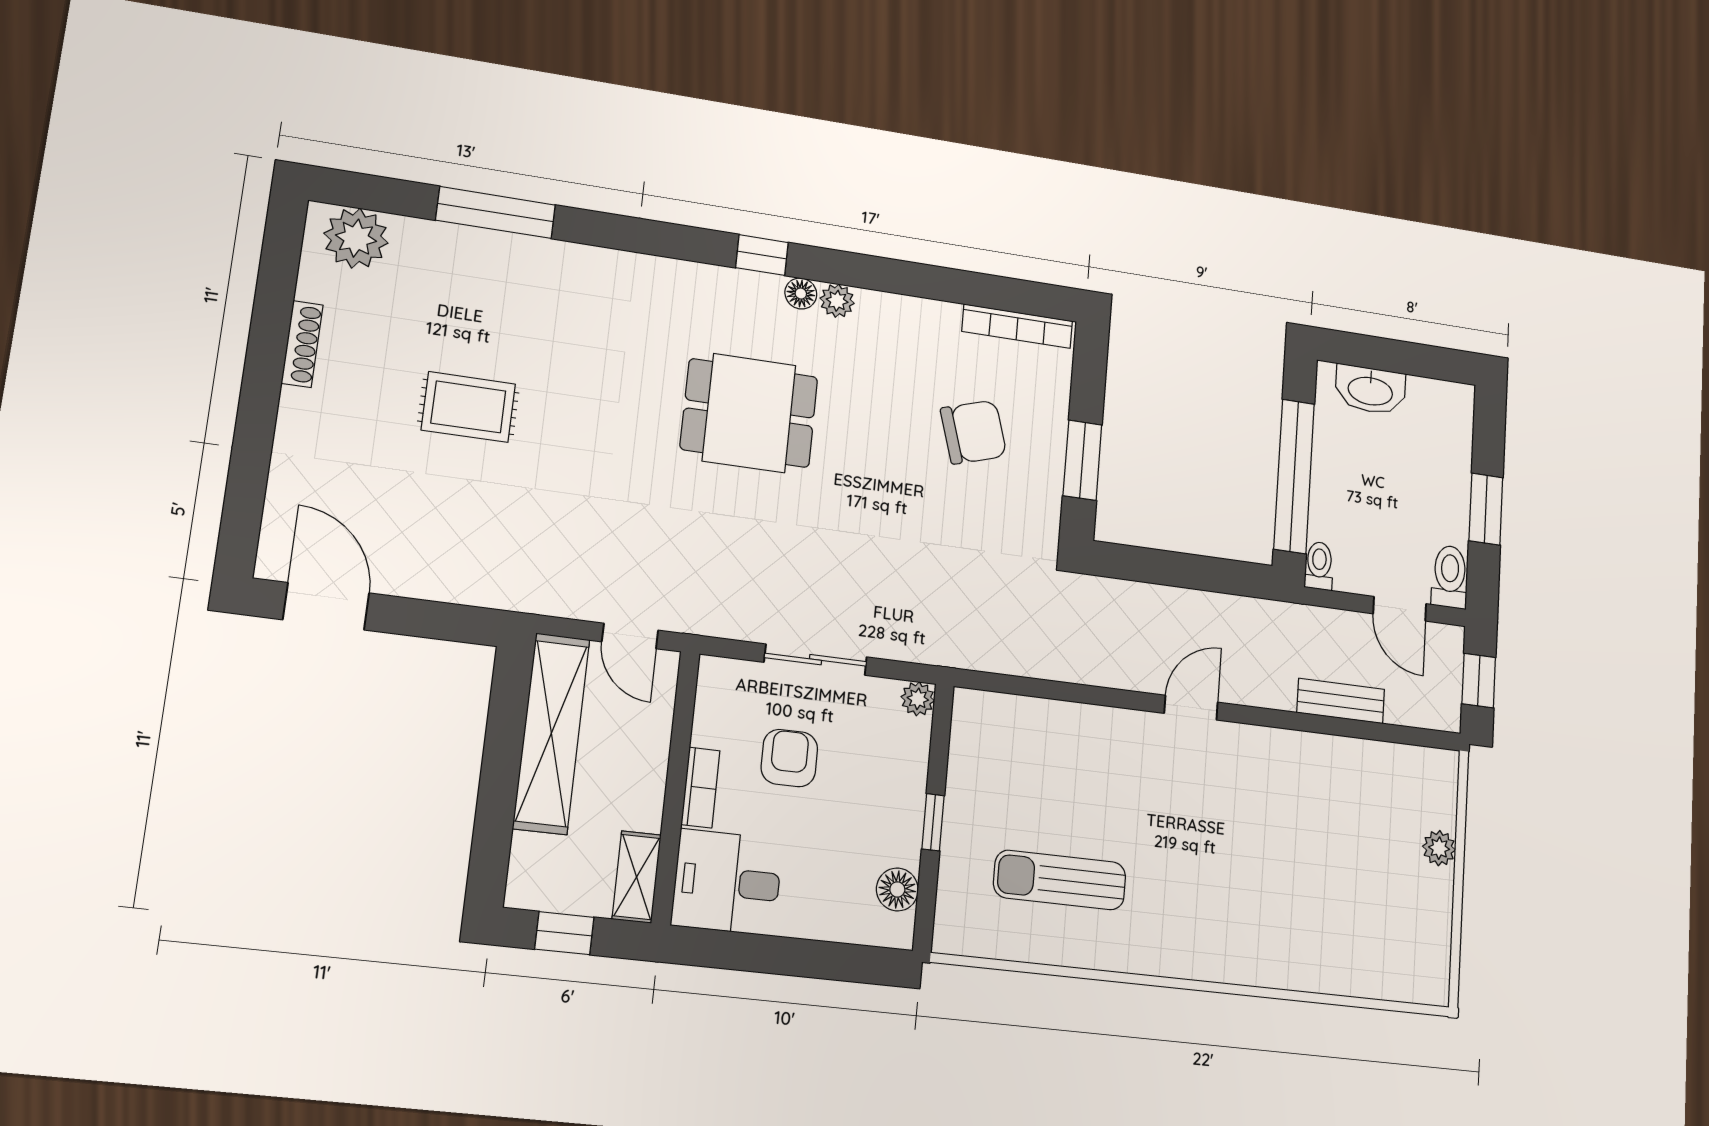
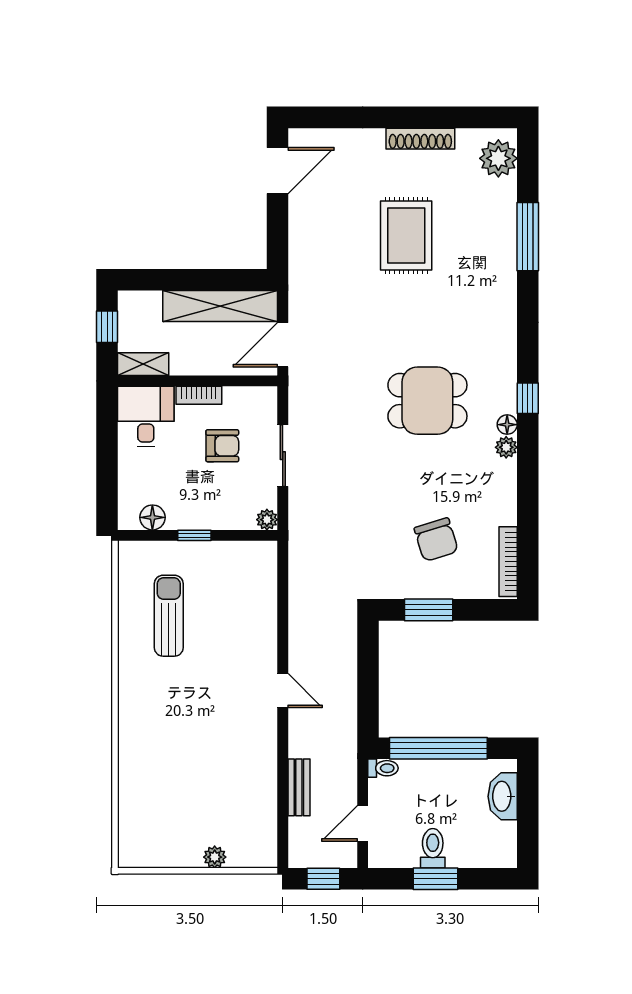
shoe rack: (302, 344) -> (420, 139), width x1.36, depth x1.24
rug: (468, 407) -> (406, 235), width x1.36, depth x1.43
dining table: (749, 413) -> (427, 401), turned 90
toilet: (1450, 577) -> (433, 848), moved, turned -90
door: (630, 636) -> (283, 345), width x1.38

